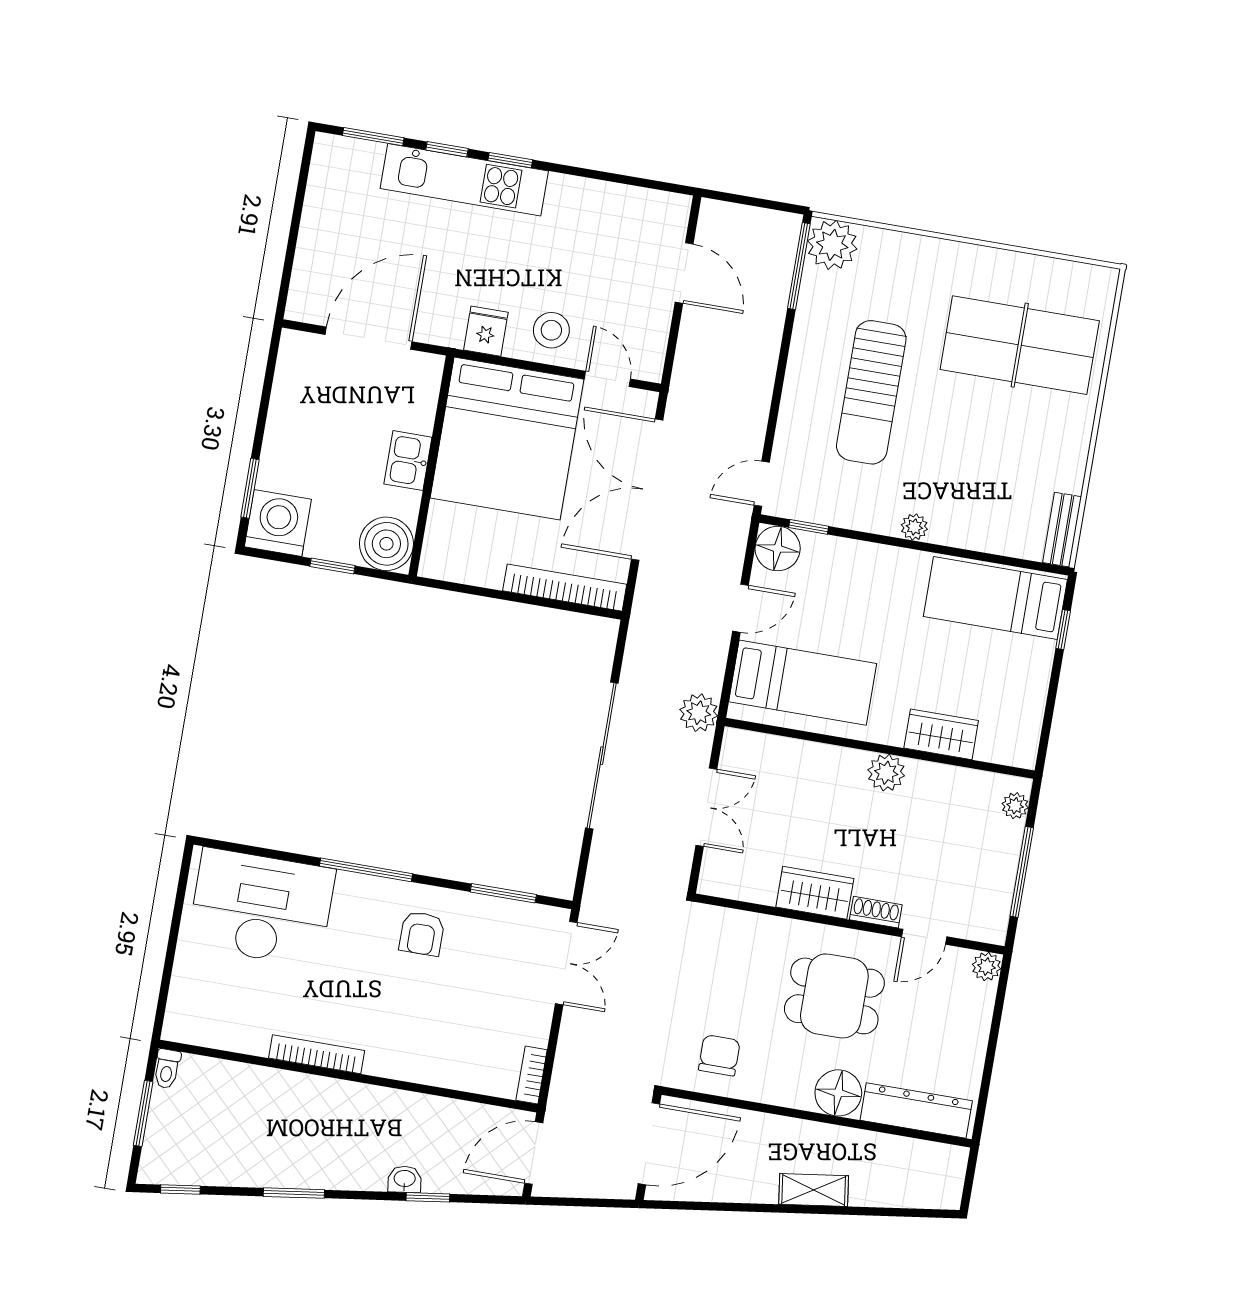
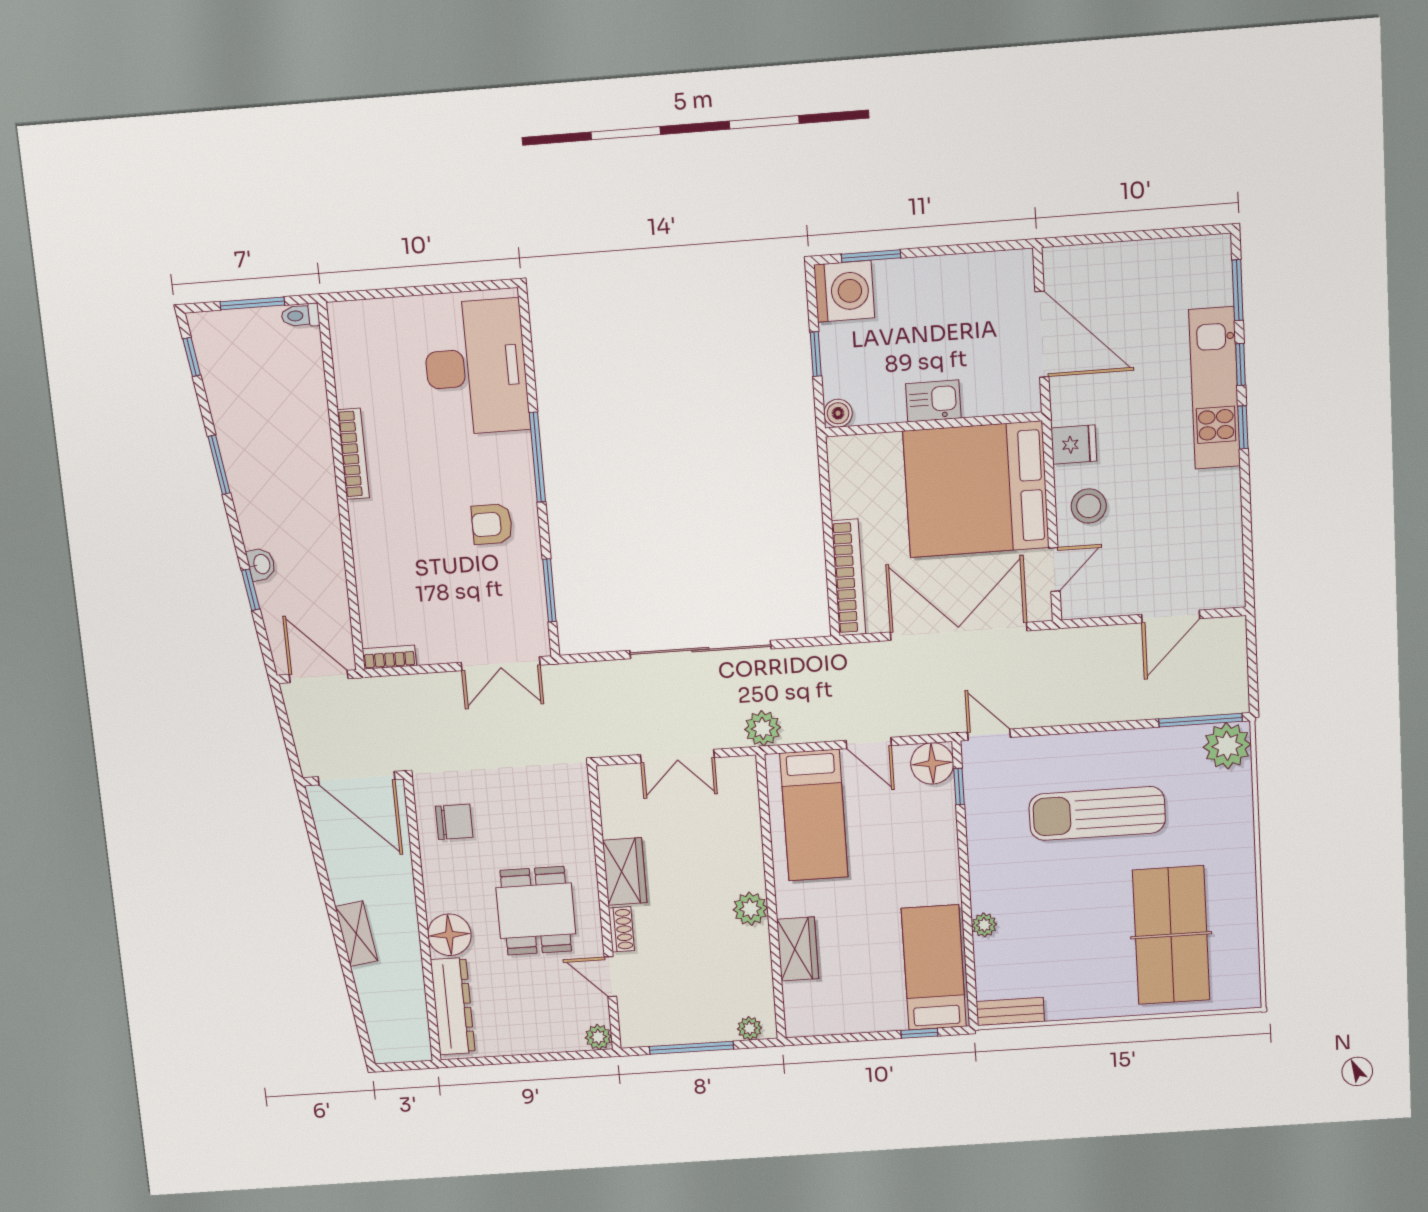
plant: (914, 527) -> (984, 925), moved
boiler: (386, 544) -> (838, 413), width x0.54, depth x0.54

